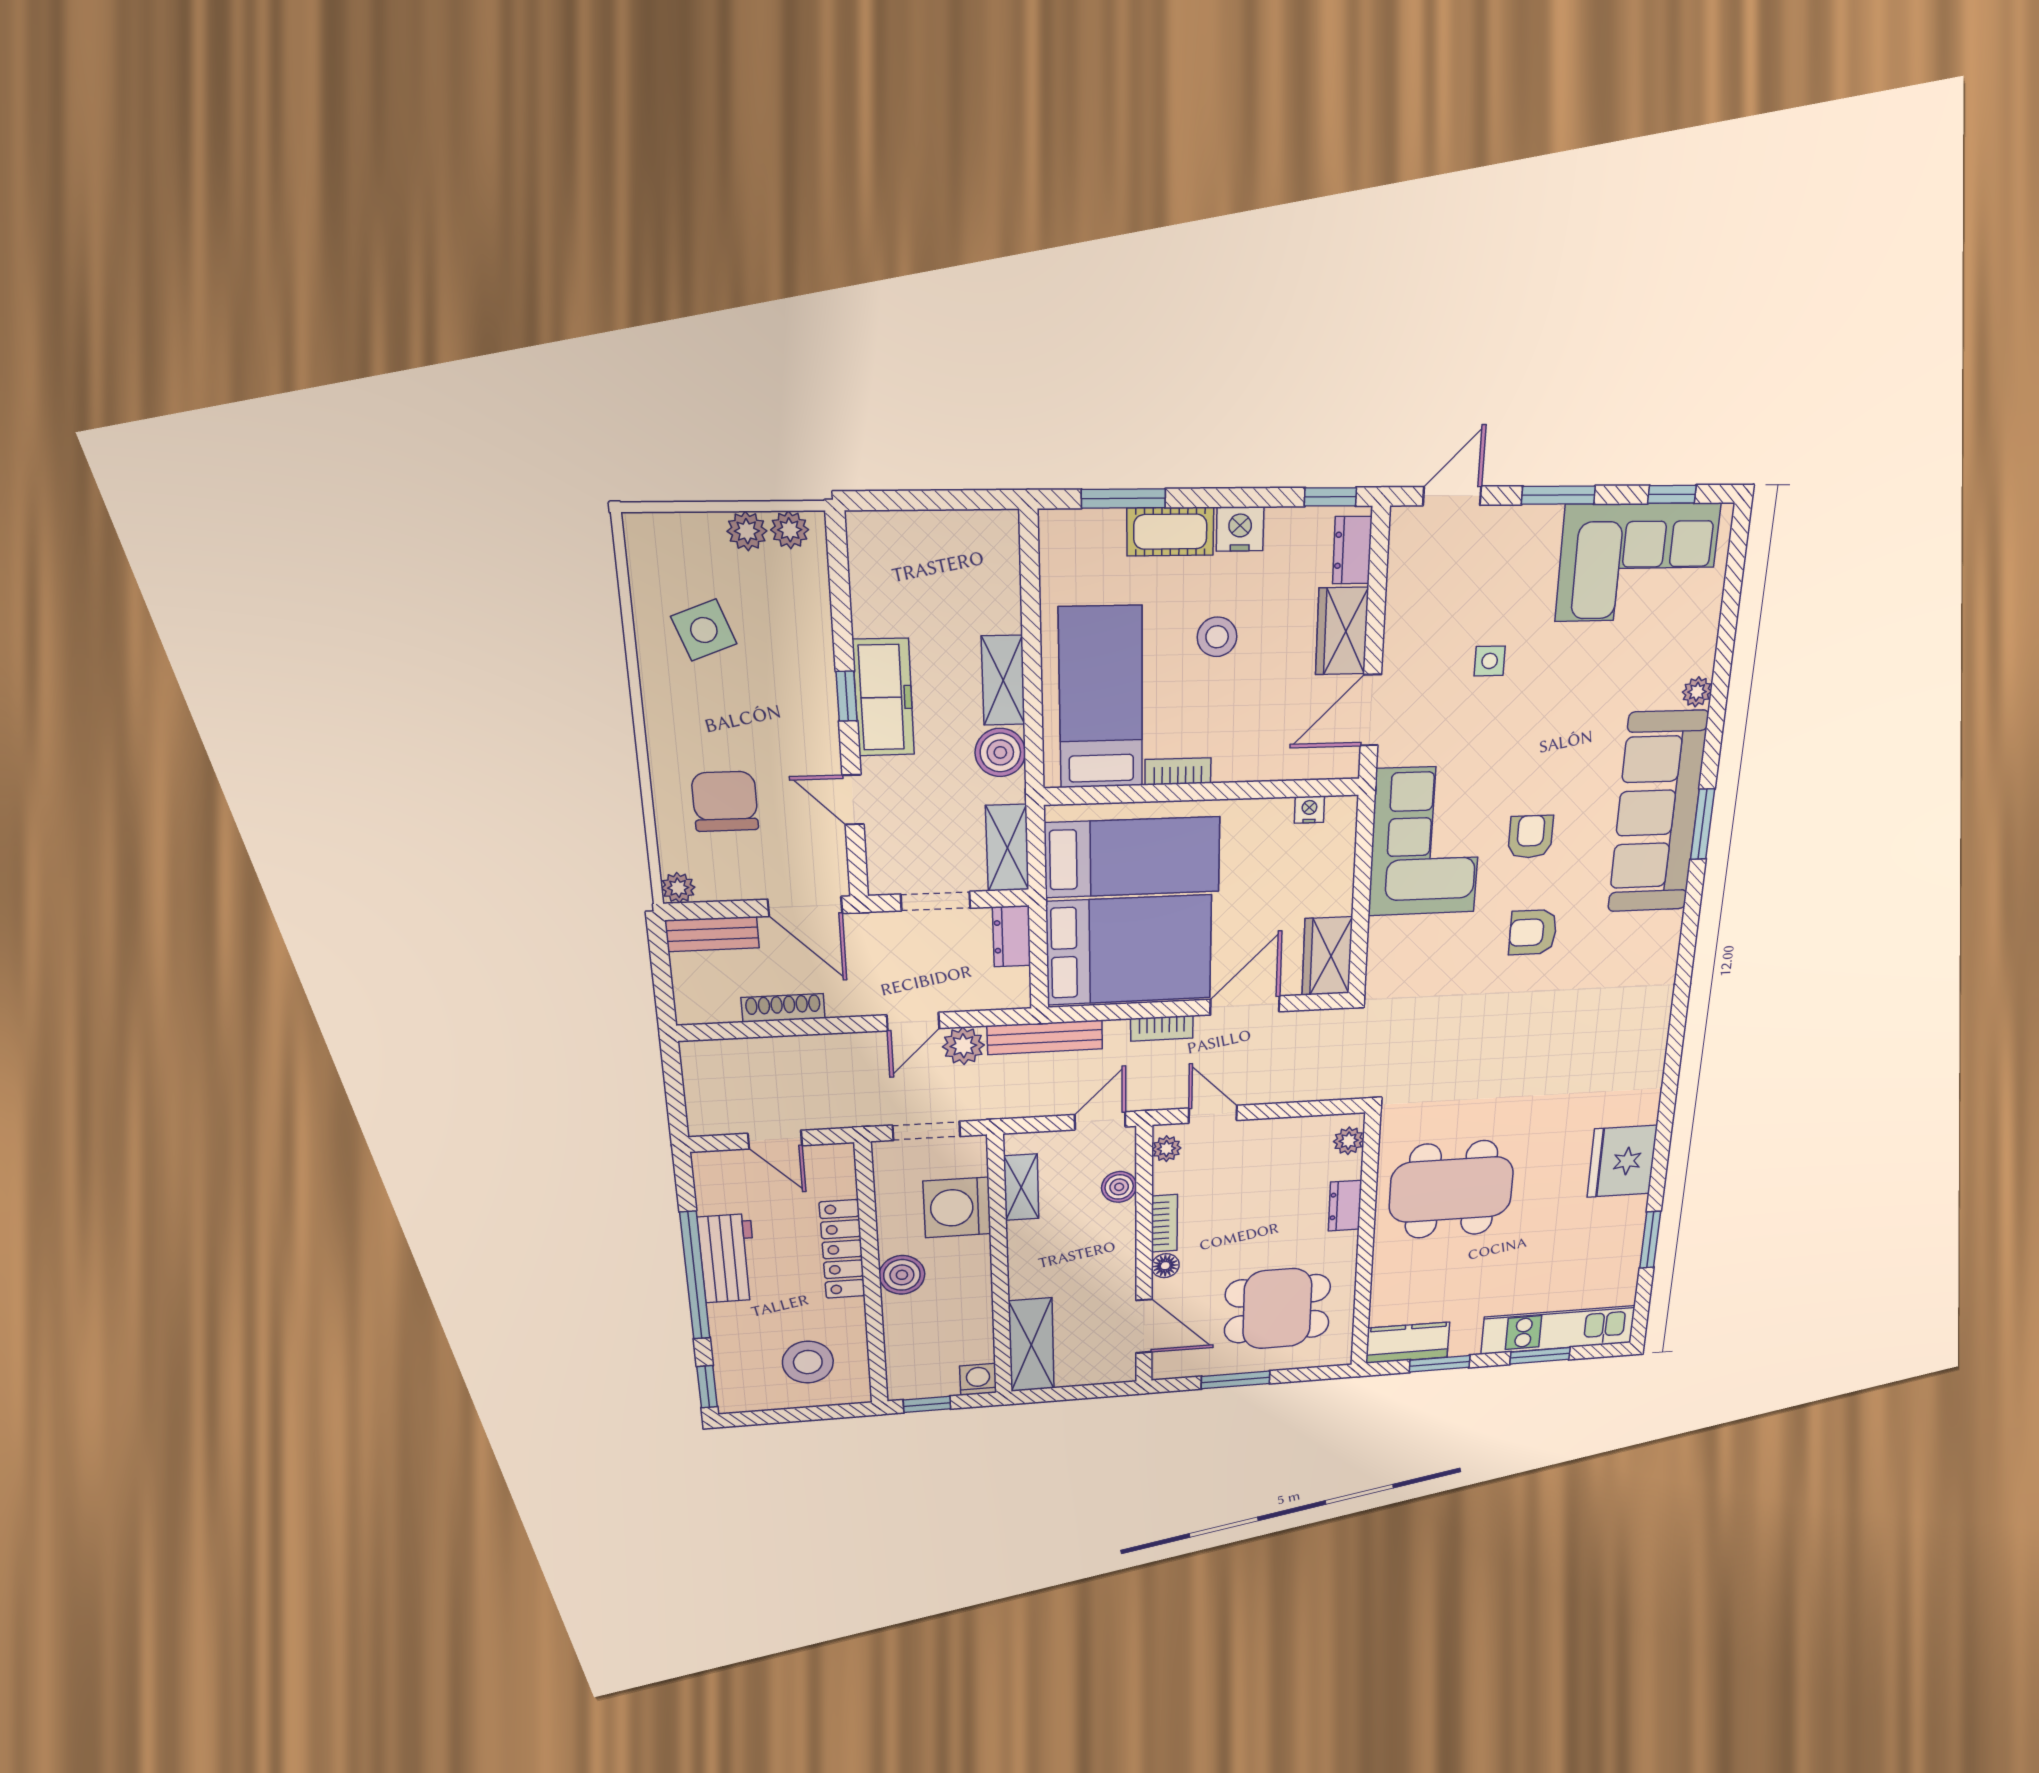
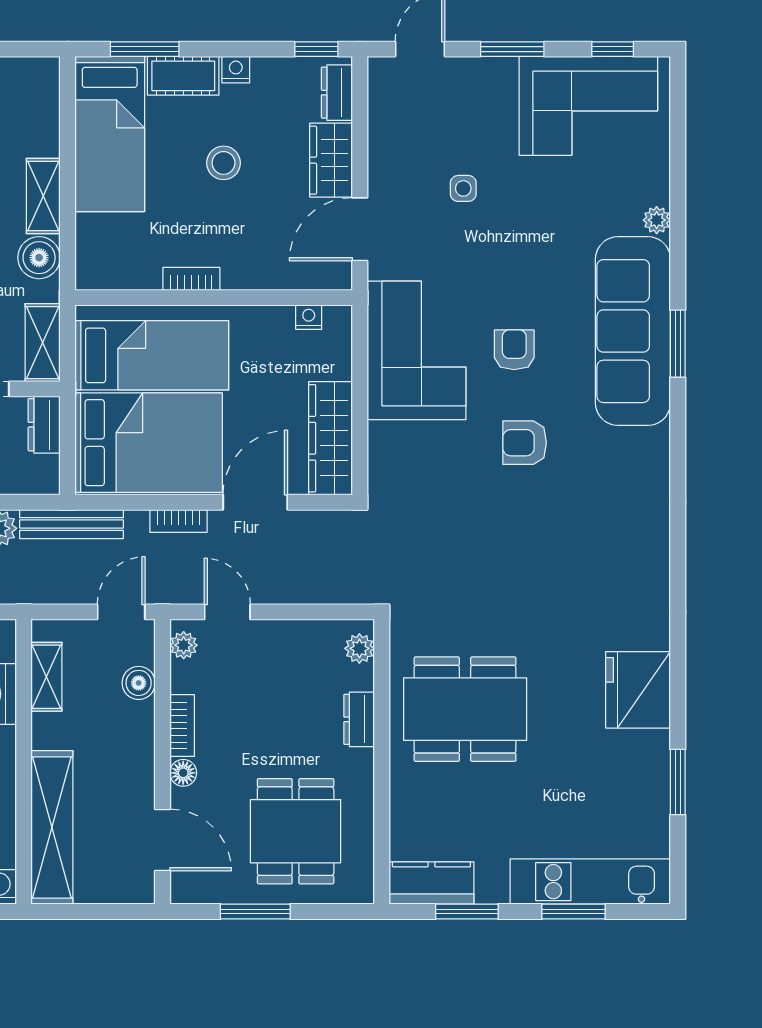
nightstand: (1240, 529) -> (236, 70), width x0.72, depth x0.74
bed: (1101, 698) -> (110, 134), moved, turned 180
wardrobe: (1327, 956) -> (331, 438), width x1.50
dining table: (1277, 1309) -> (296, 831), turned 90
shelving: (1031, 1345) -> (52, 827), width x1.47

